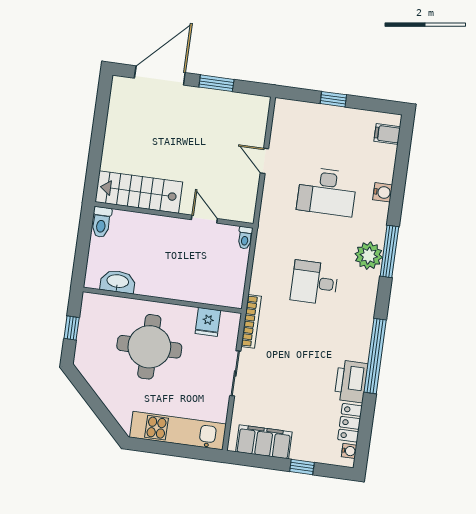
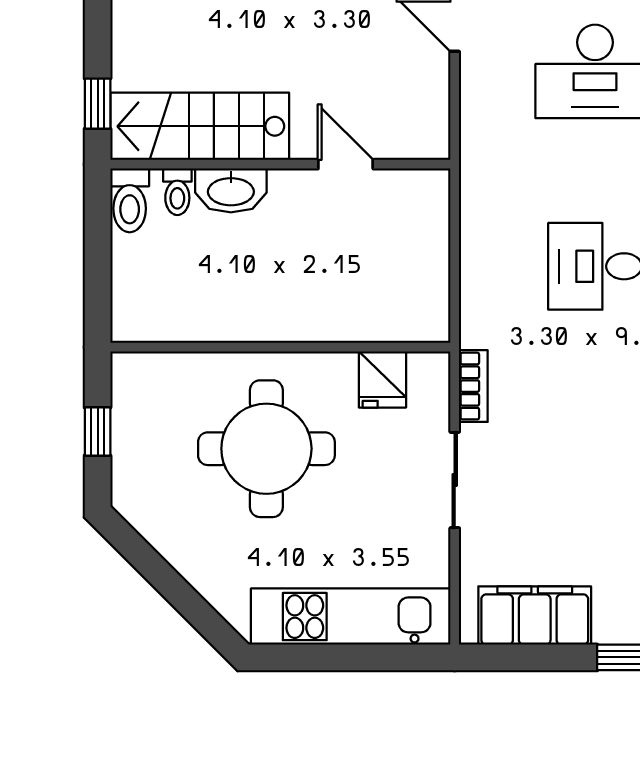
window: (93, 175) -> (98, 104), added
toilet: (245, 238) -> (177, 192), moved
washbasin: (118, 282) -> (231, 190), moved, turned 180
bookcase: (251, 321) -> (473, 386), width x0.64

